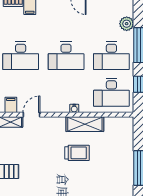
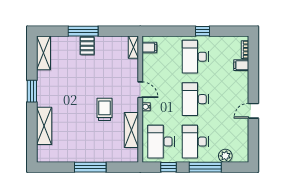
door: (31, 115) -> (140, 90), moved
shelving: (85, 124) -> (131, 130), moved
trolley: (77, 153) -> (104, 109), turned 180

